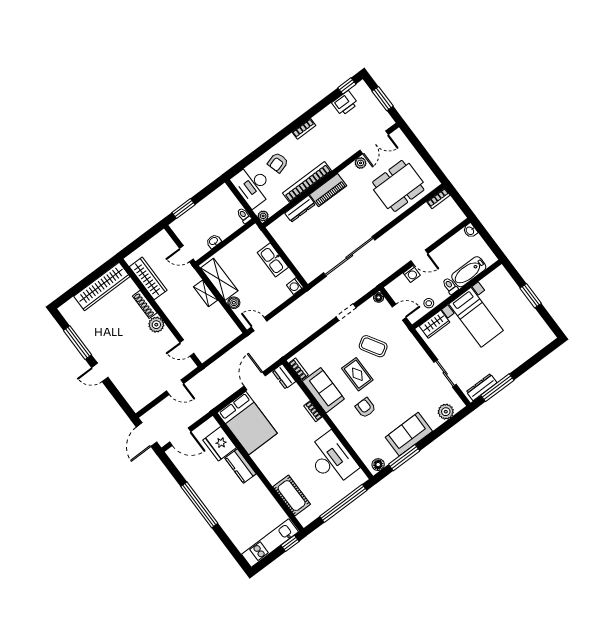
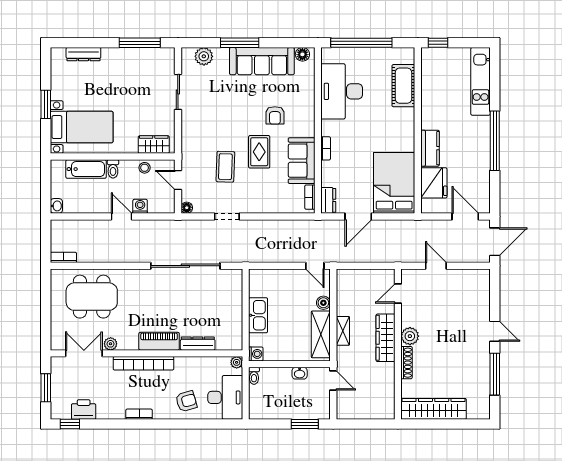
bookcase: (307, 182) -> (143, 363), moved
wardrobe: (148, 278) -> (386, 338), moved
washing machine: (295, 286) -> (256, 354), moved
bed with nightstands: (476, 317) -> (82, 127), moved, turned 90
coffee table: (373, 346) -> (225, 167), turned 33
door: (187, 348) -> (398, 294), swing flipped
dresser: (482, 387) -> (83, 54), moved
sofa: (409, 434) -> (262, 61), width x1.36
window: (404, 458) -> (240, 43), moved
kitchen unit: (270, 543) -> (481, 81), moved, turned 90

